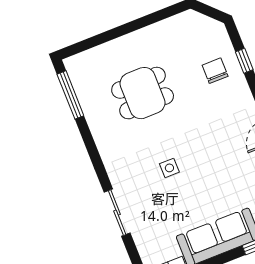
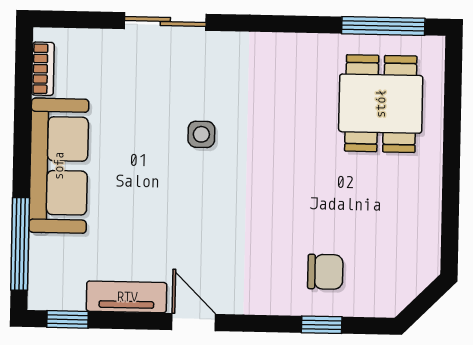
dining table: (143, 93) -> (381, 104), moved

